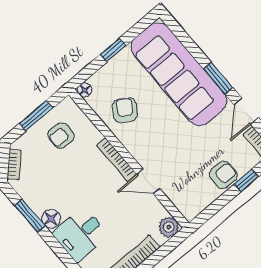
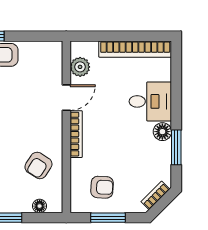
floor lamp: (85, 90) -> (40, 206), moved
door: (148, 181) -> (66, 98), hinge flipped
plant: (169, 227) -> (80, 67), moved

